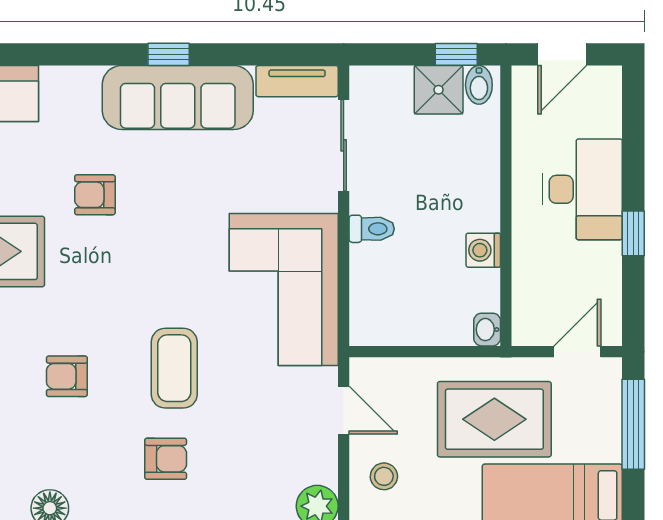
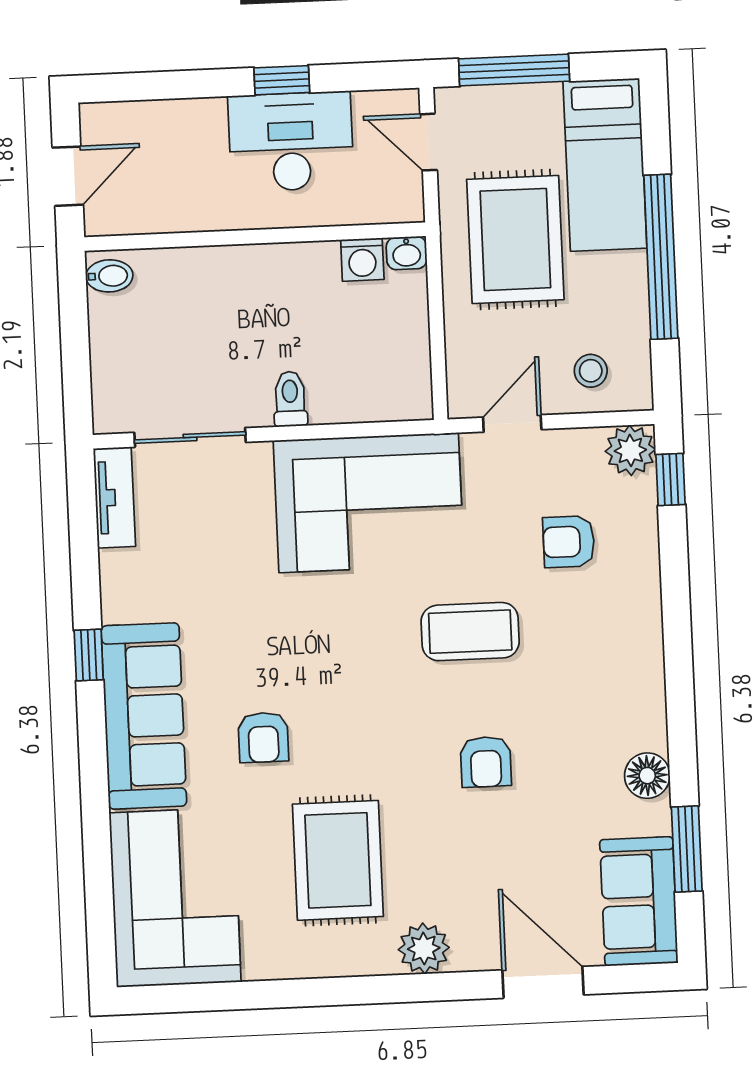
window: (456, 54) -> (73, 305), removed
door: (562, 54) -> (68, 176), hinge flipped
shower: (439, 90) -> (117, 325), removed
sofa: (178, 98) -> (144, 716), moved
desk: (583, 189) -> (291, 142), moved
washing machine: (483, 250) -> (362, 260), moved
armchair: (166, 459) -> (569, 542), moved, turned -90

